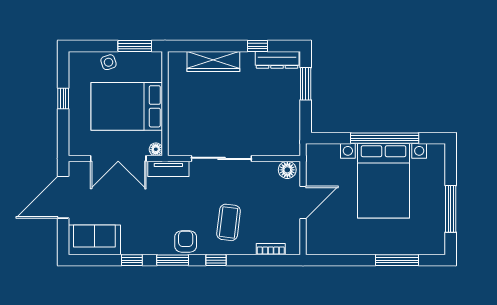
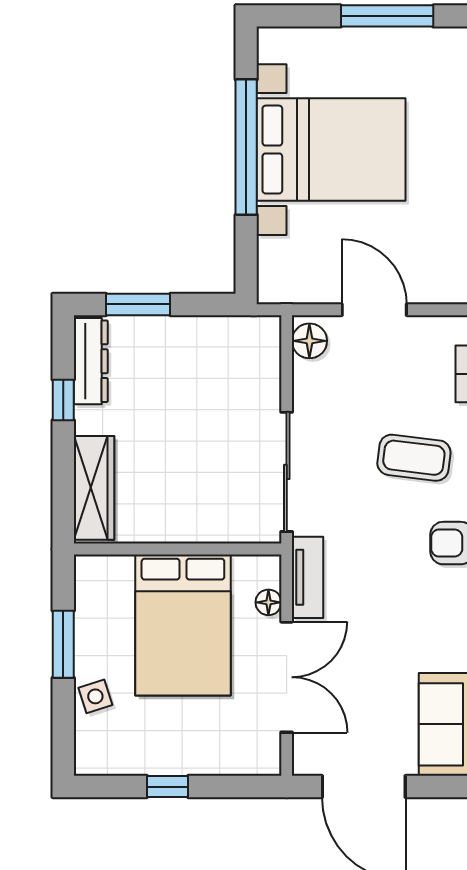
wall: (165, 104) -> (178, 549), moved
bed: (127, 106) -> (183, 625), moved

